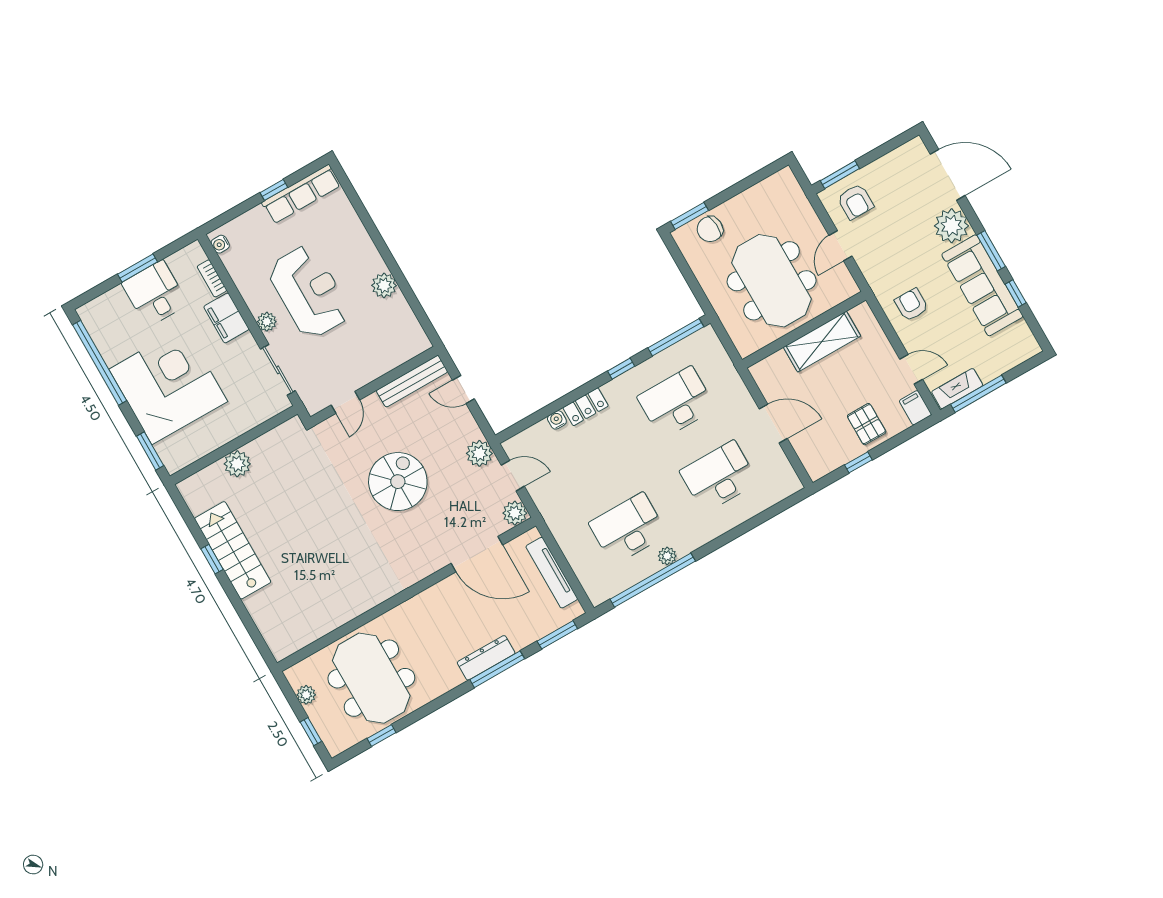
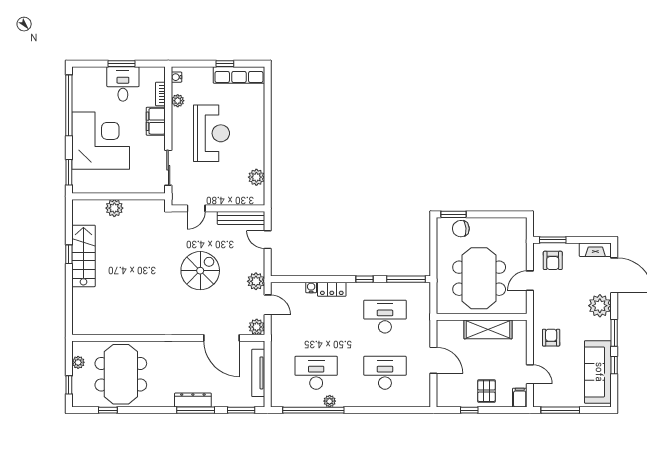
plant: (384, 285) -> (256, 177), moved
sofa: (982, 285) -> (598, 372), moved
plant: (267, 322) -> (178, 101), moved
fireplace: (957, 389) -> (595, 250), moved, turned 180

